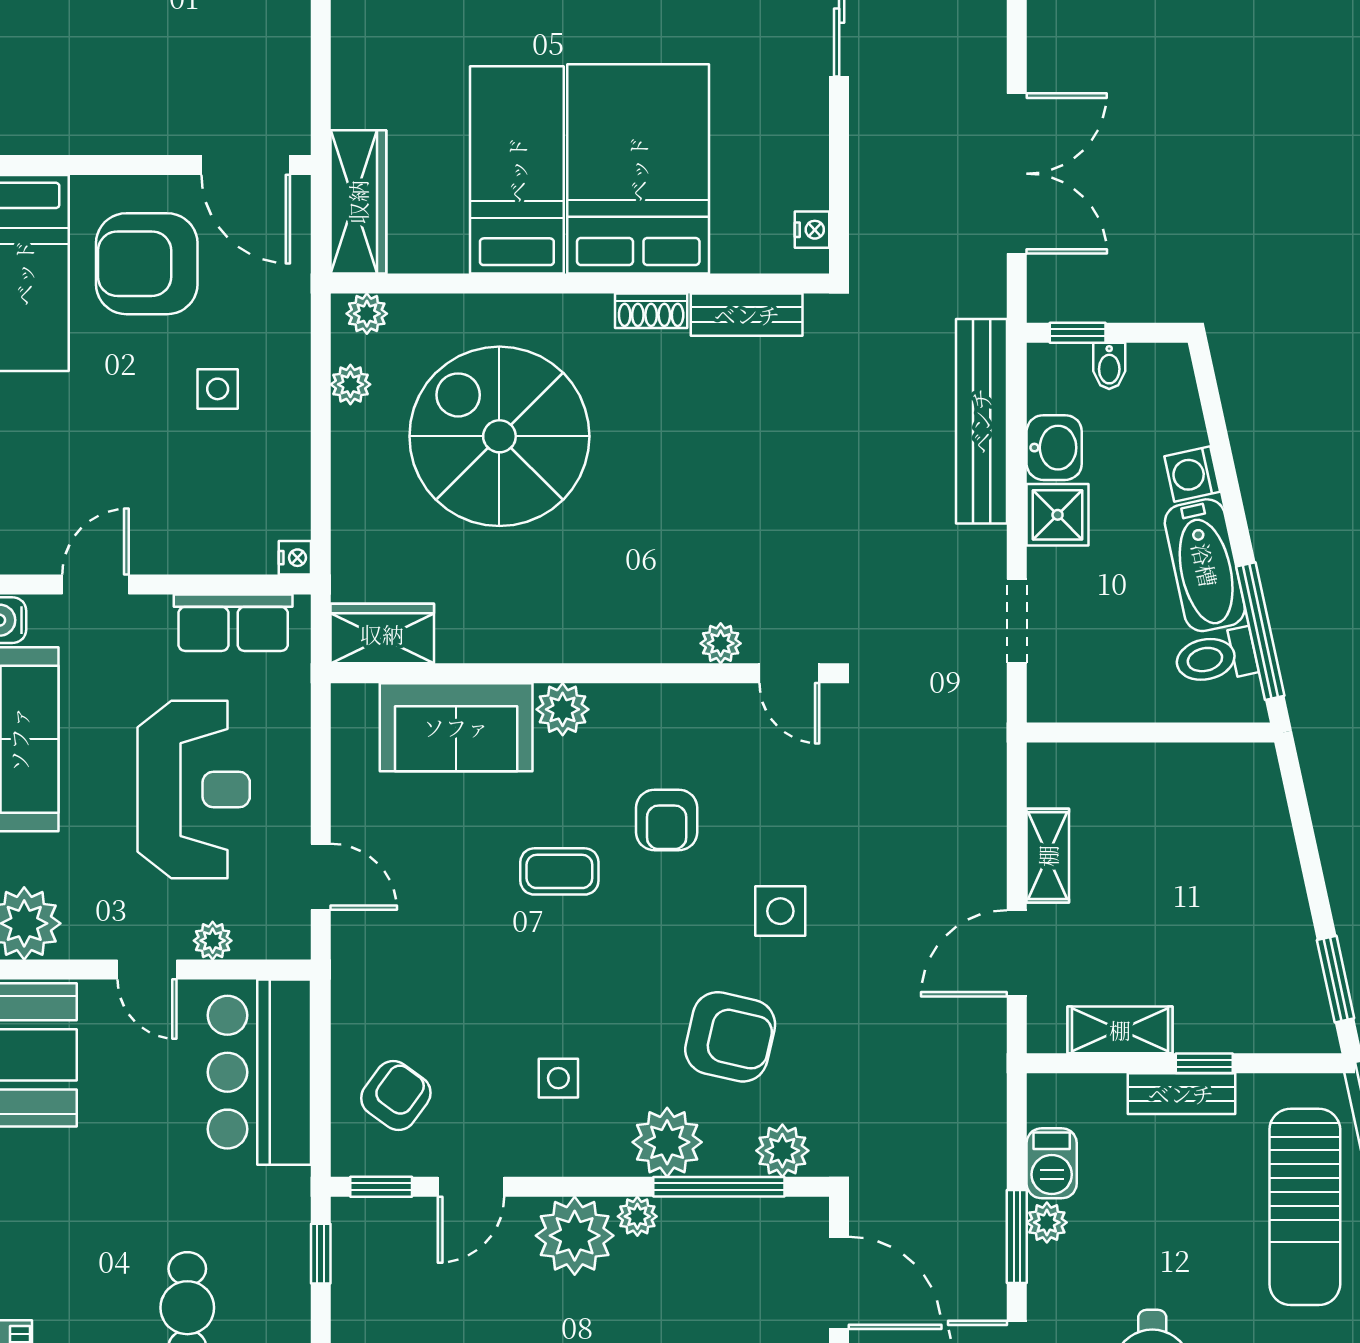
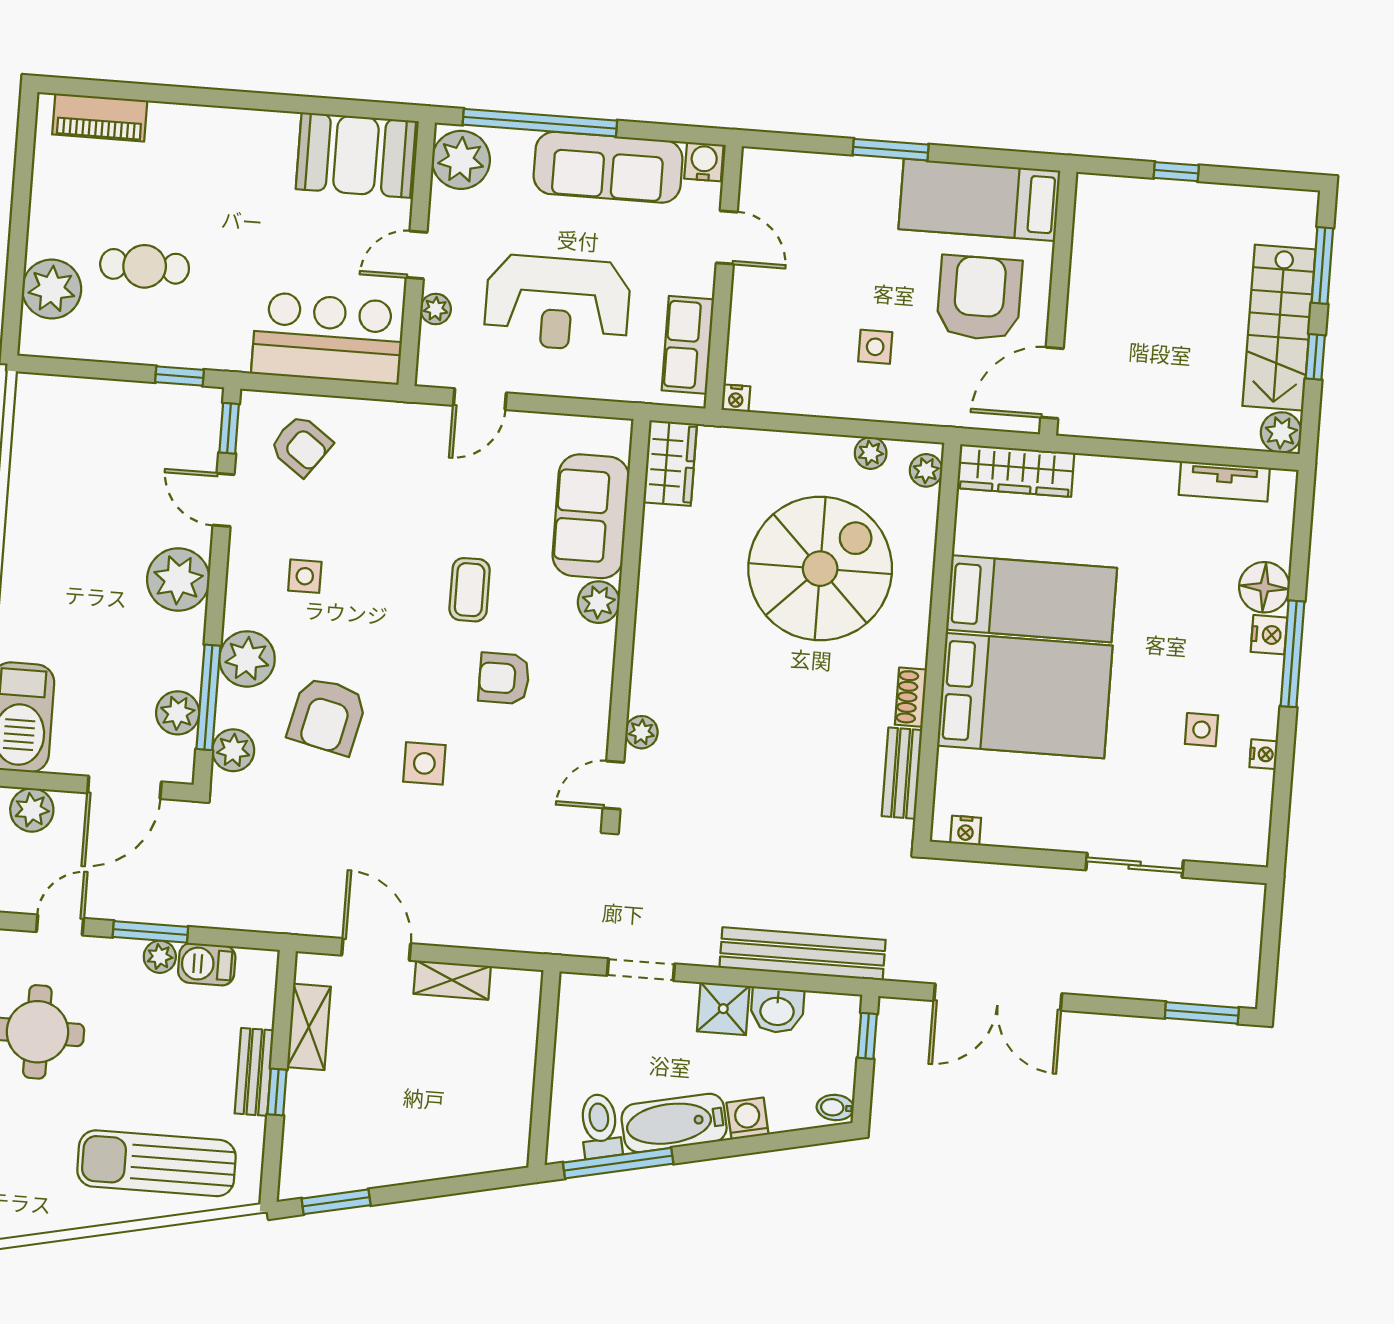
bidet: (1109, 366) -> (835, 1107), moved
plant: (637, 1216) -> (178, 713), moved, width x1.38, depth x1.38

